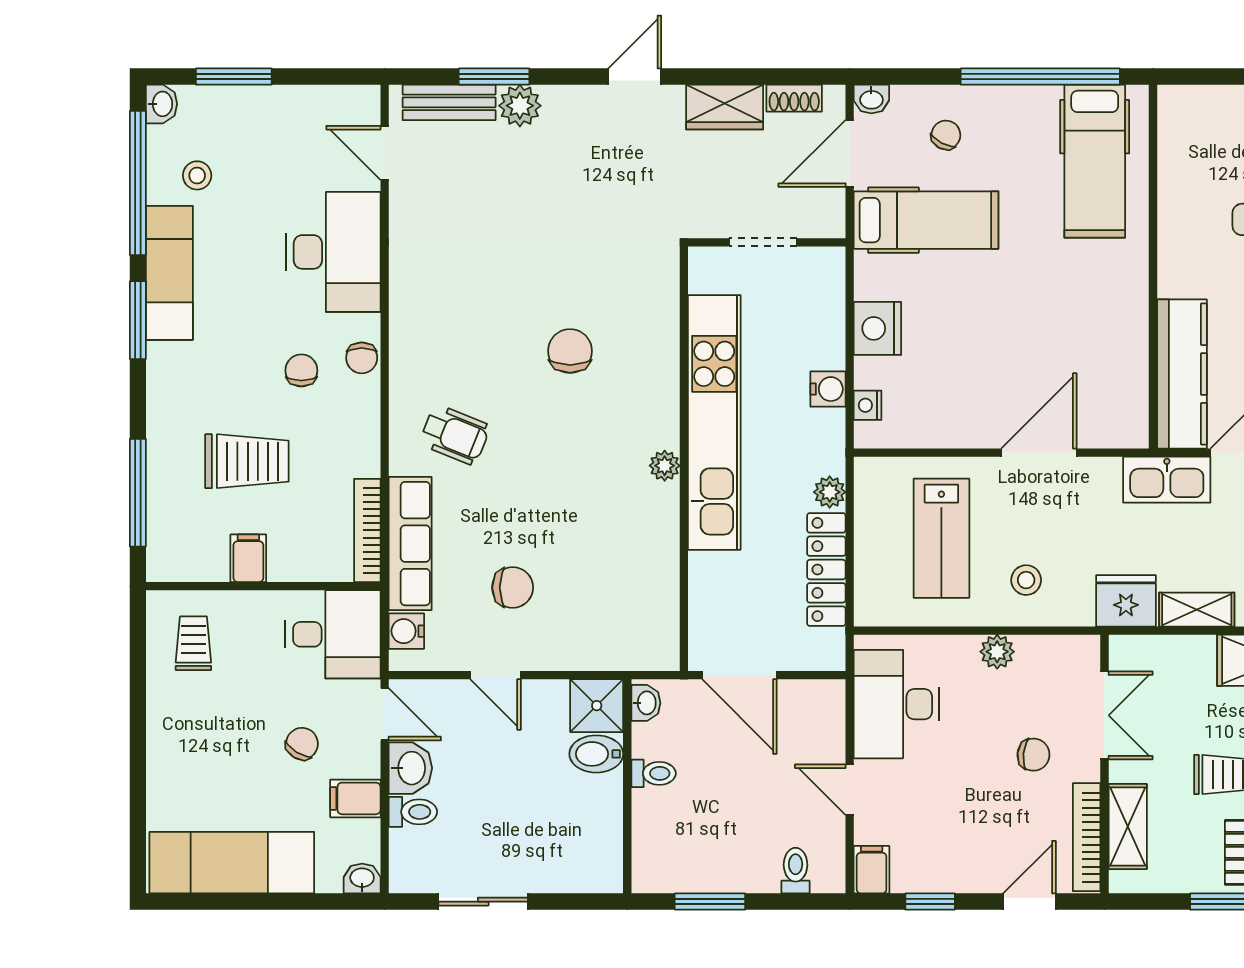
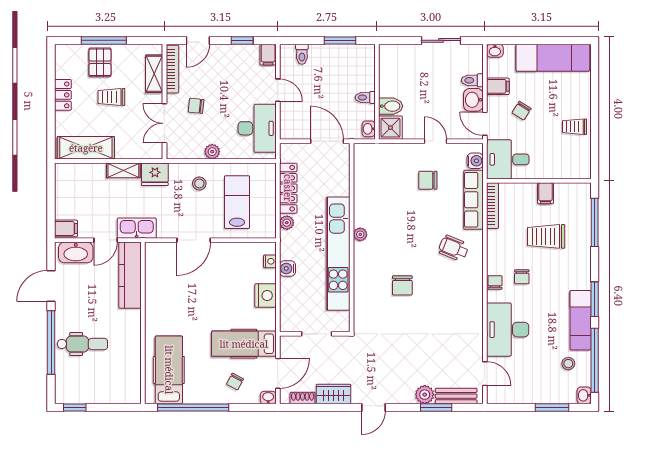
trolley: (193, 643) -> (575, 127), moved, turned 90

